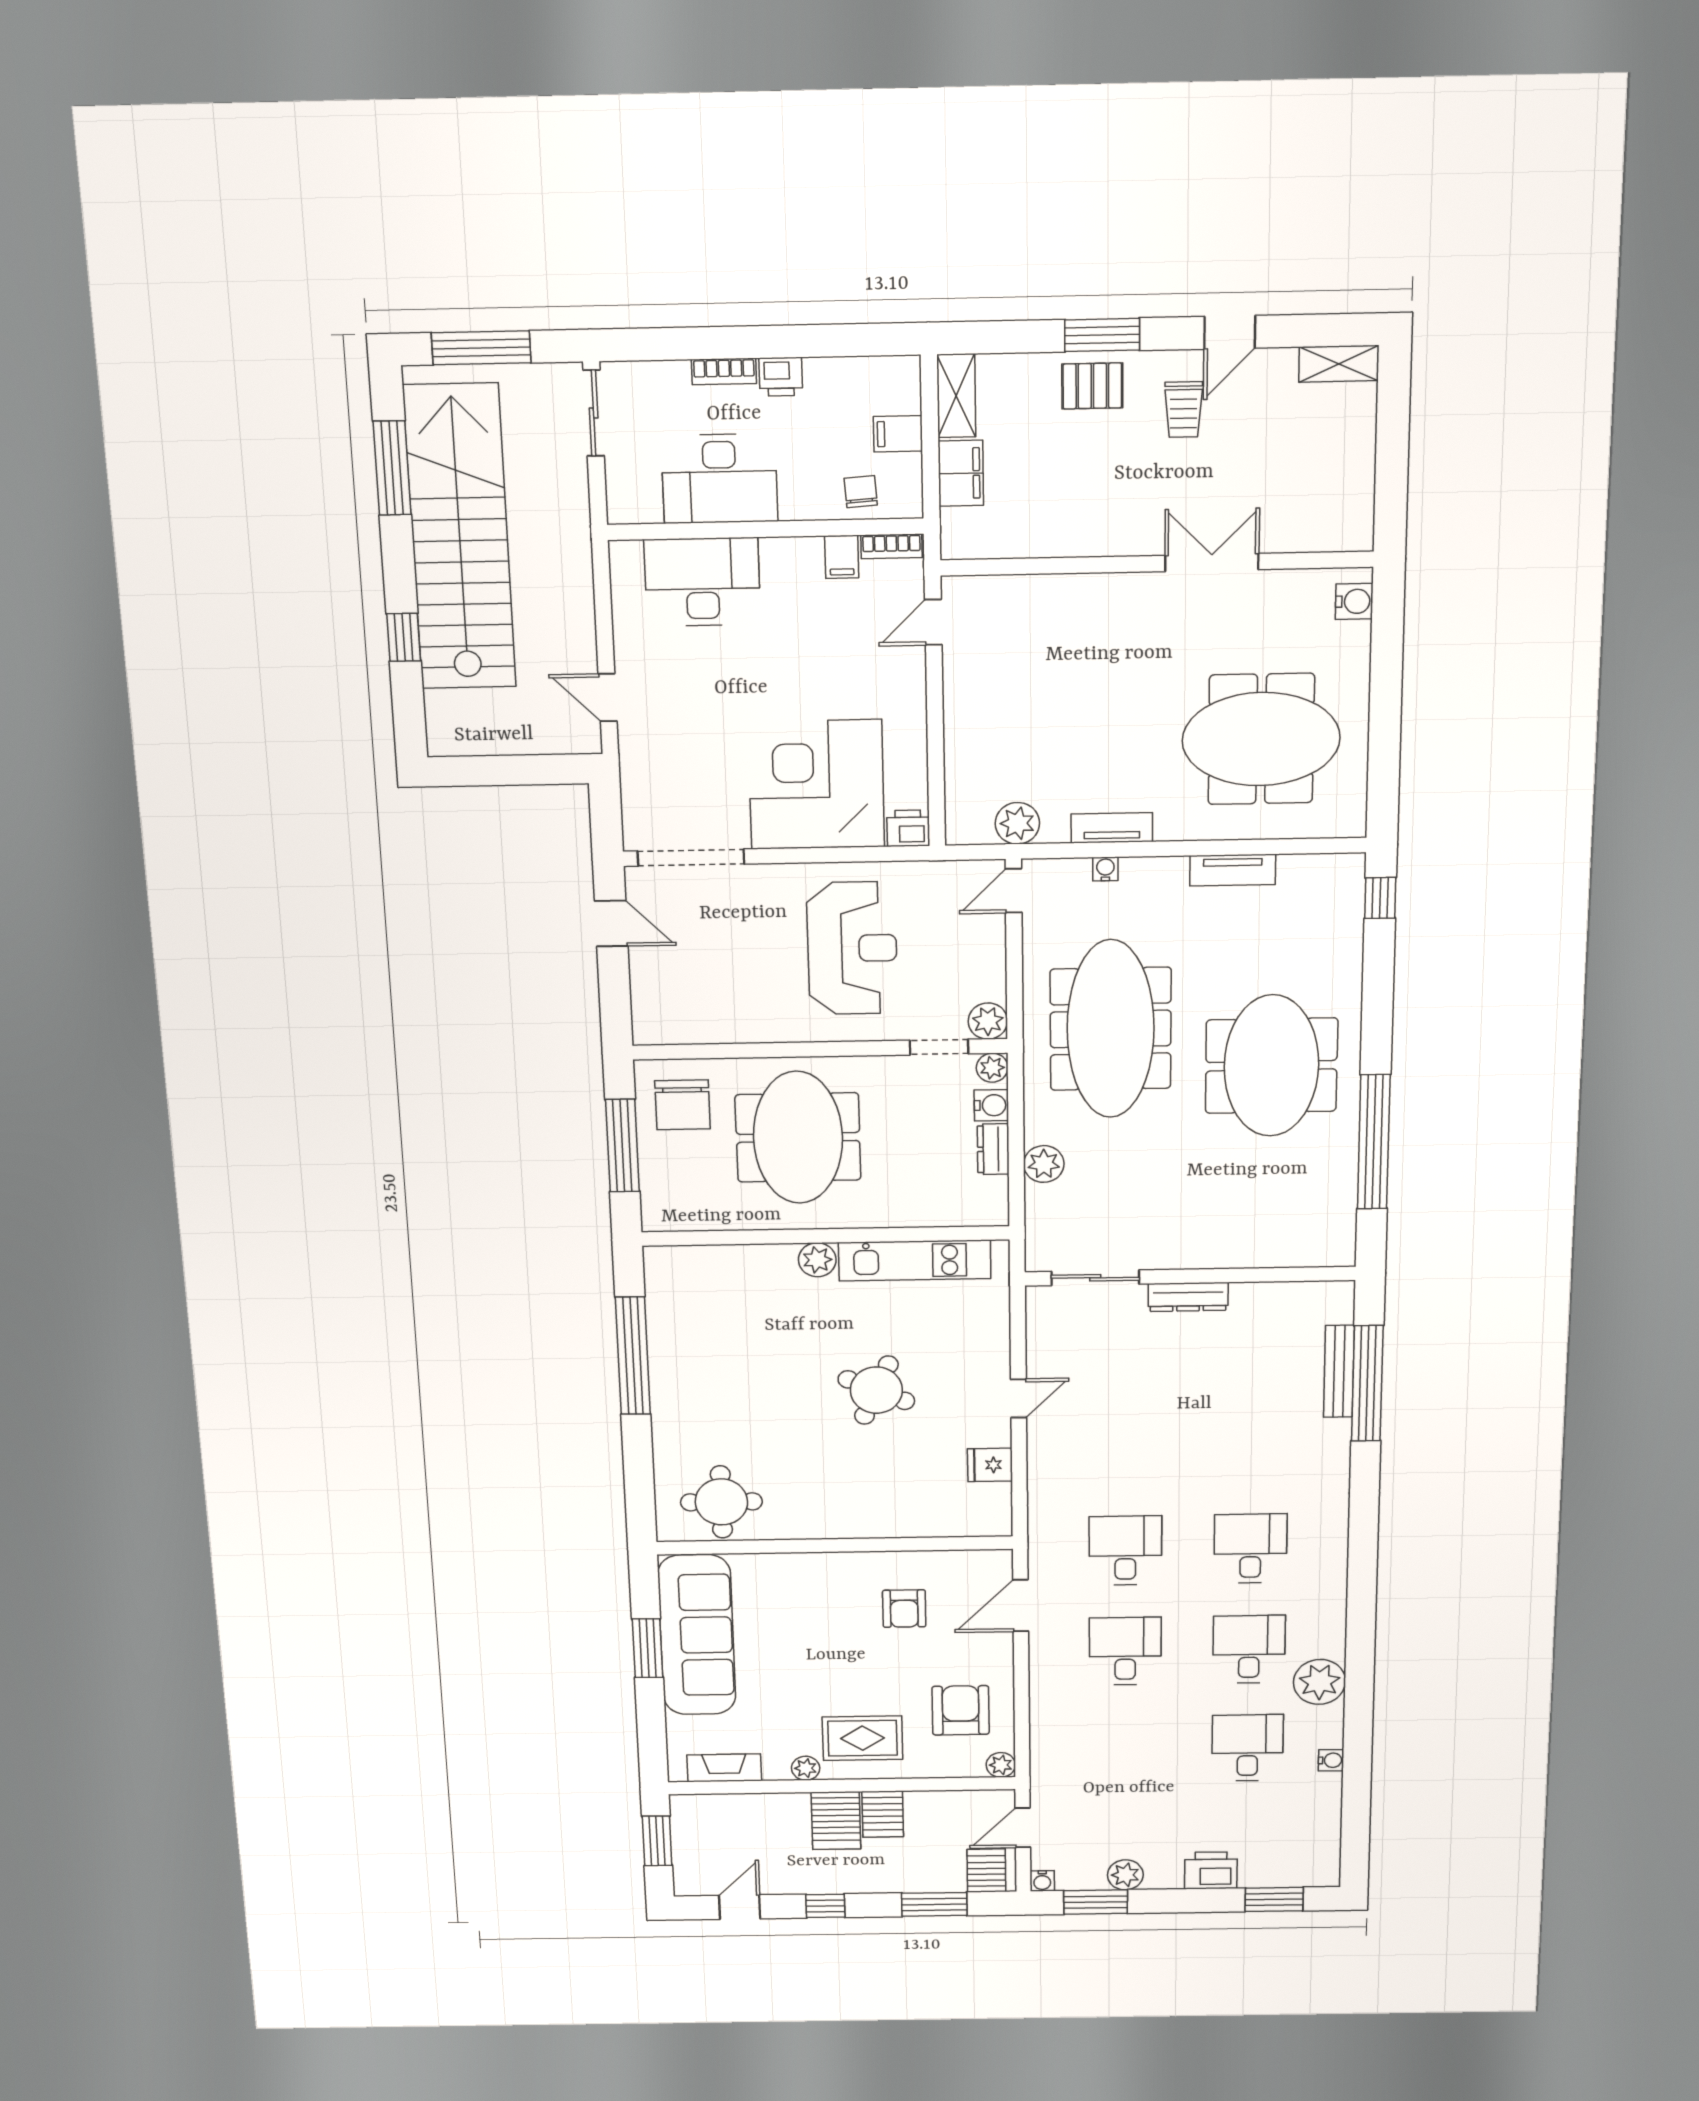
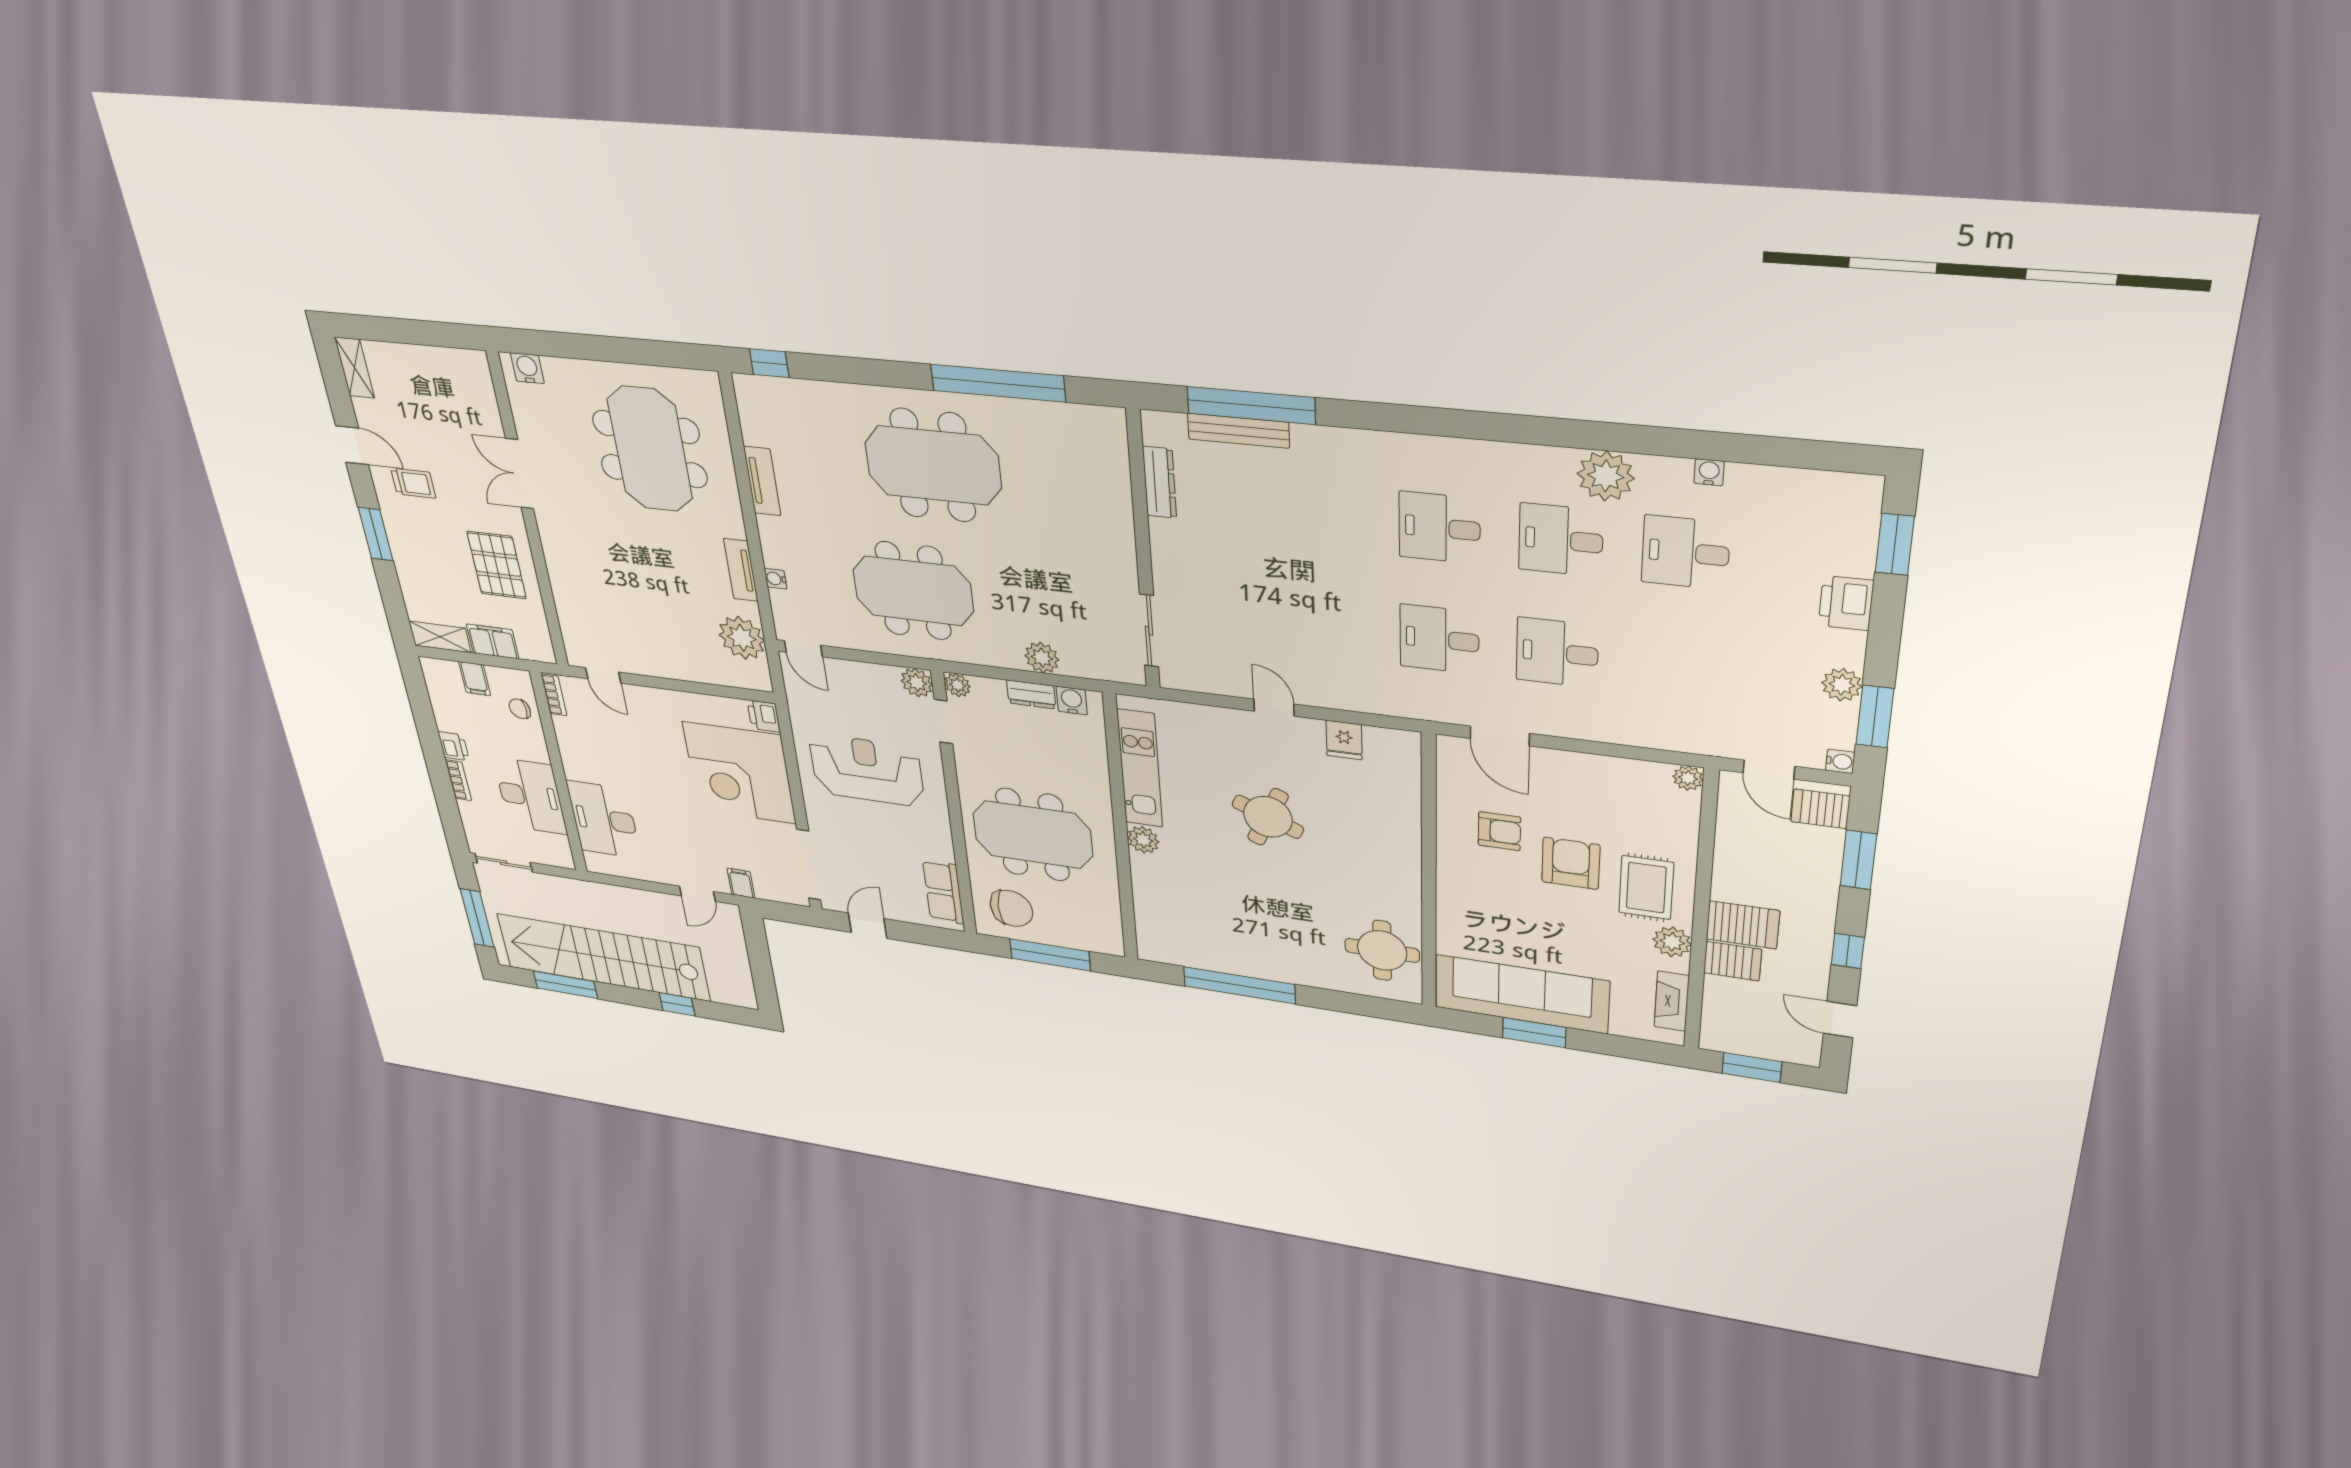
pallet: (1092, 386) -> (497, 565), moved, width x1.50, depth x1.42
filing cabinet: (842, 557) -> (741, 883), moved, turned -90
plant: (1017, 823) -> (742, 638), width x1.36, depth x1.36
row of seats: (688, 1024) -> (943, 892), added
meeting table: (1111, 1029) -> (913, 591), width x0.73
water cooler: (991, 1105) -> (1072, 701), moved
dresser: (1188, 1297) -> (1160, 482), moved
armchair: (961, 1710) -> (1571, 863), moved, turned 90
plant: (806, 1768) -> (1672, 942), width x1.38, depth x1.38
server rack: (883, 1814) -> (1733, 961), moved

